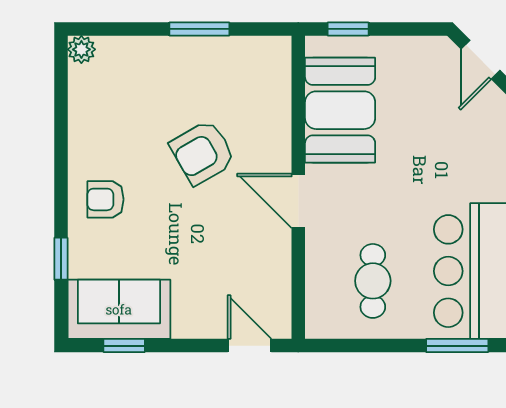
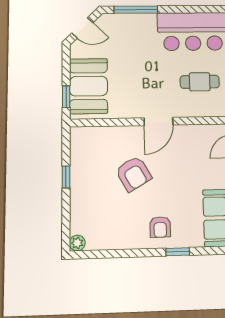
window: (199, 29) -> (66, 177), width x0.67
booth: (340, 110) -> (89, 86), moved, turned 90
window: (61, 259) -> (178, 252), moved

